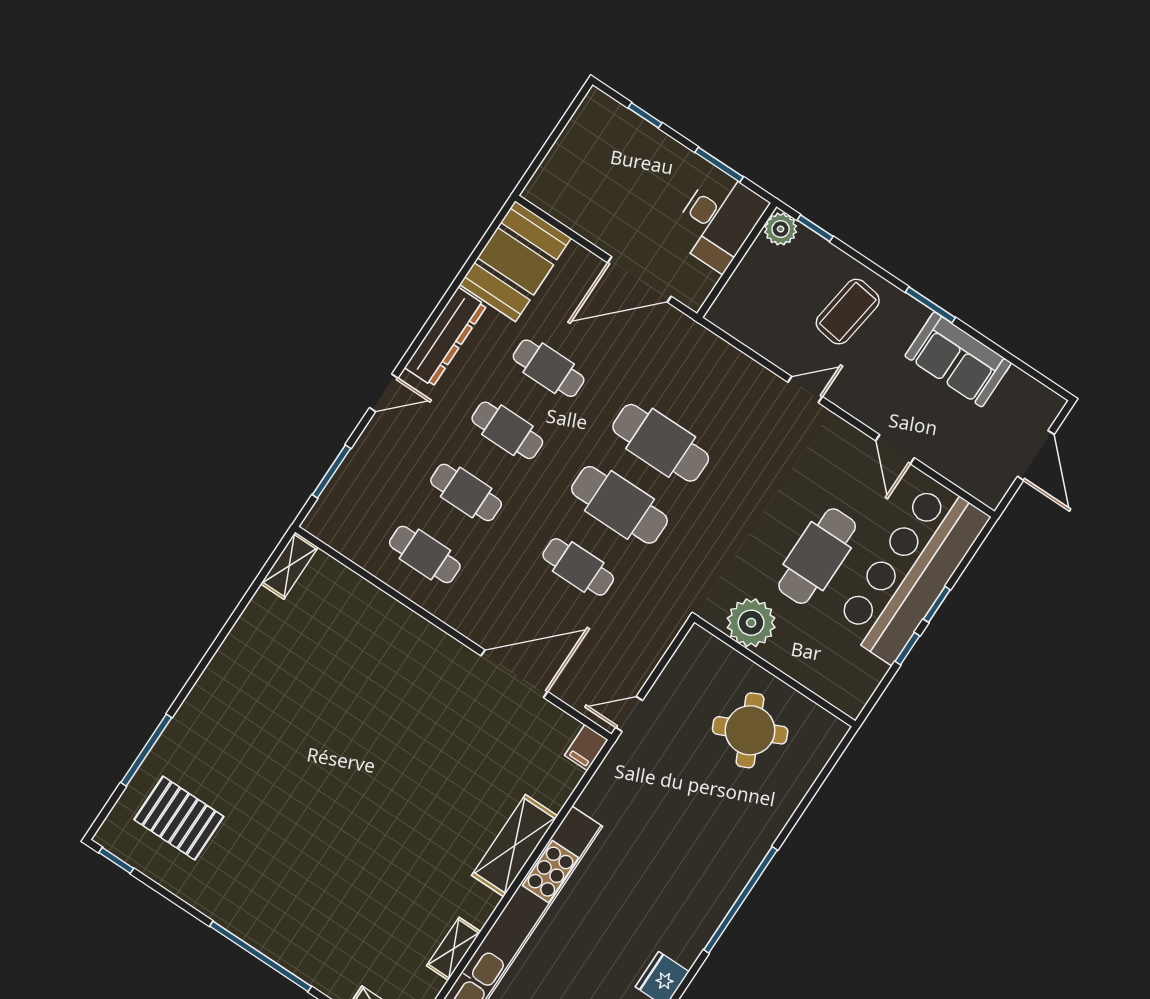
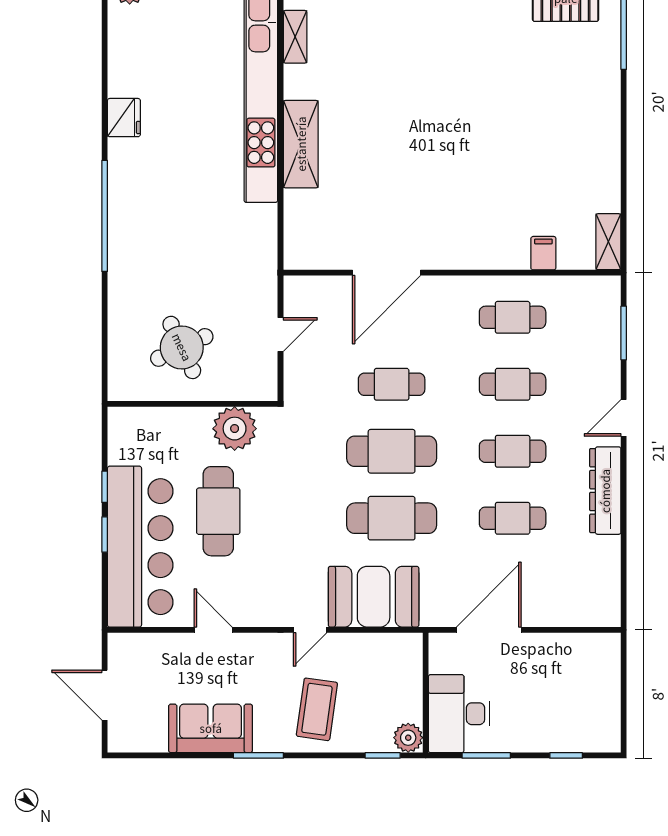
booth: (515, 261) -> (374, 597), moved, turned 90
door: (629, 714) -> (280, 335), moved
filing cabinet: (586, 748) -> (543, 253), moved

